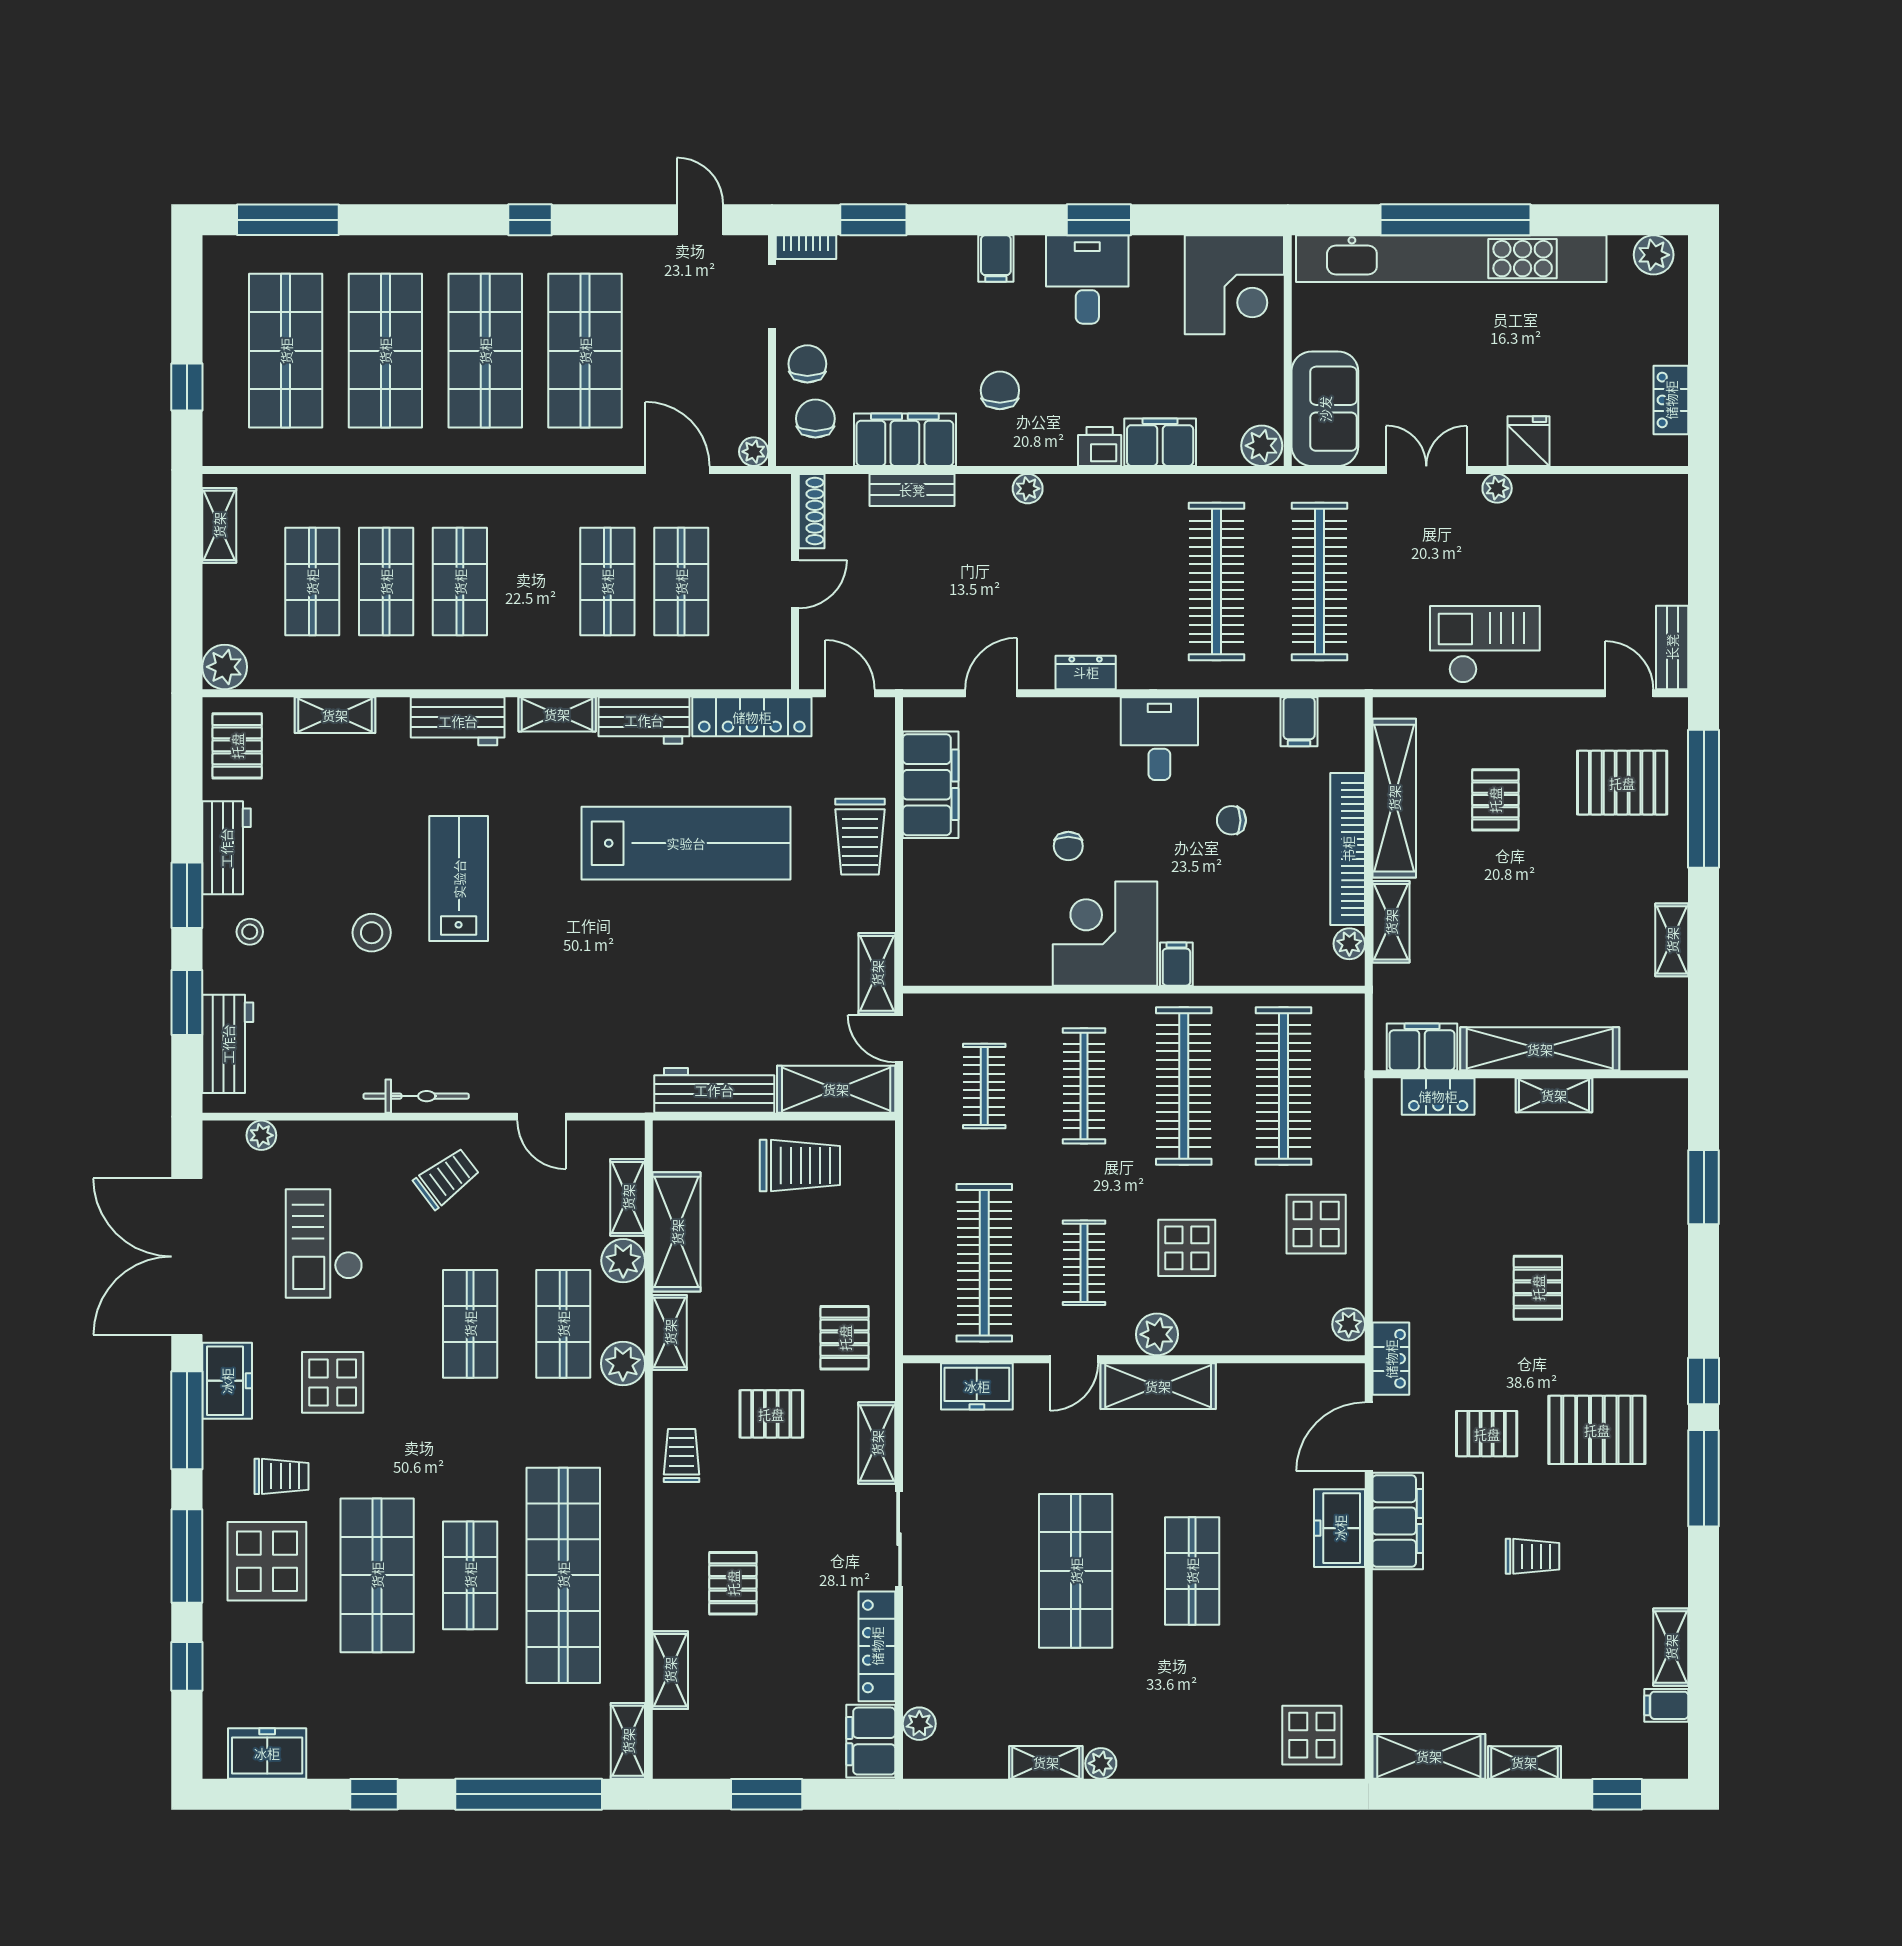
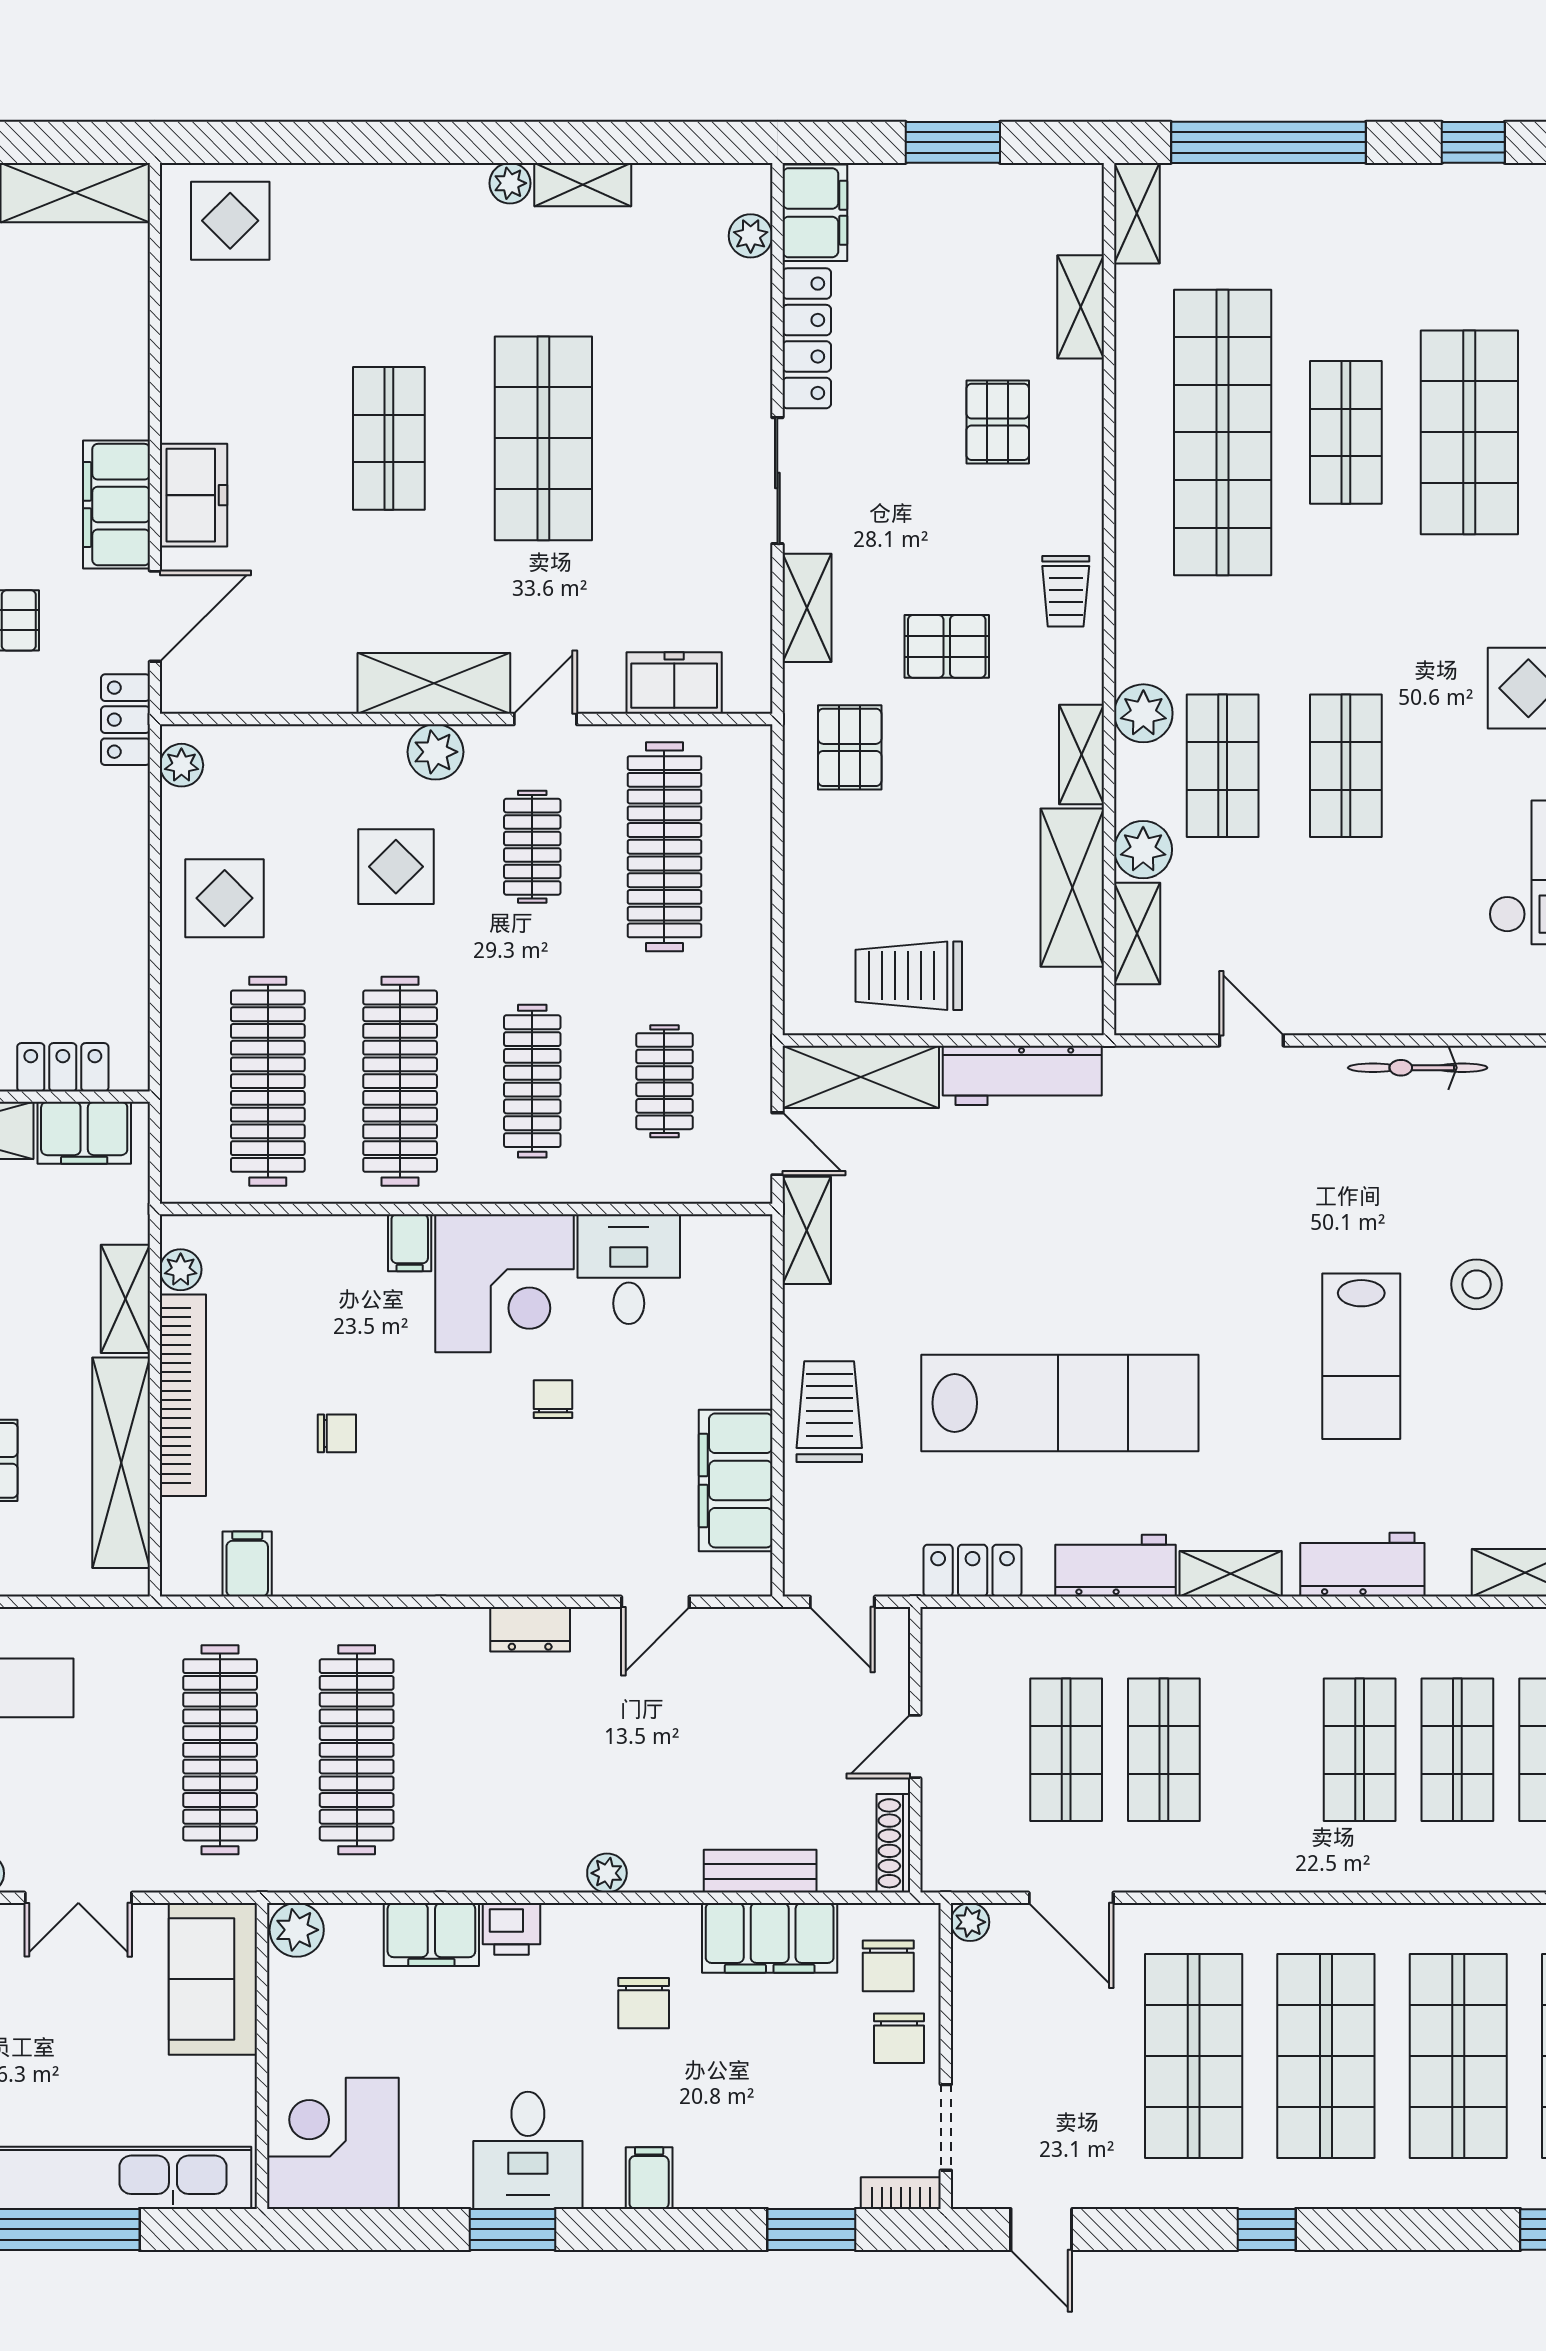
locker: (752, 717) -> (973, 1571), width x0.66
desk: (1159, 739) -> (629, 1269), moved, turned 180
lab bench: (686, 843) -> (1060, 1403), turned 180
trolley: (447, 1178) -> (1377, 959), removed

